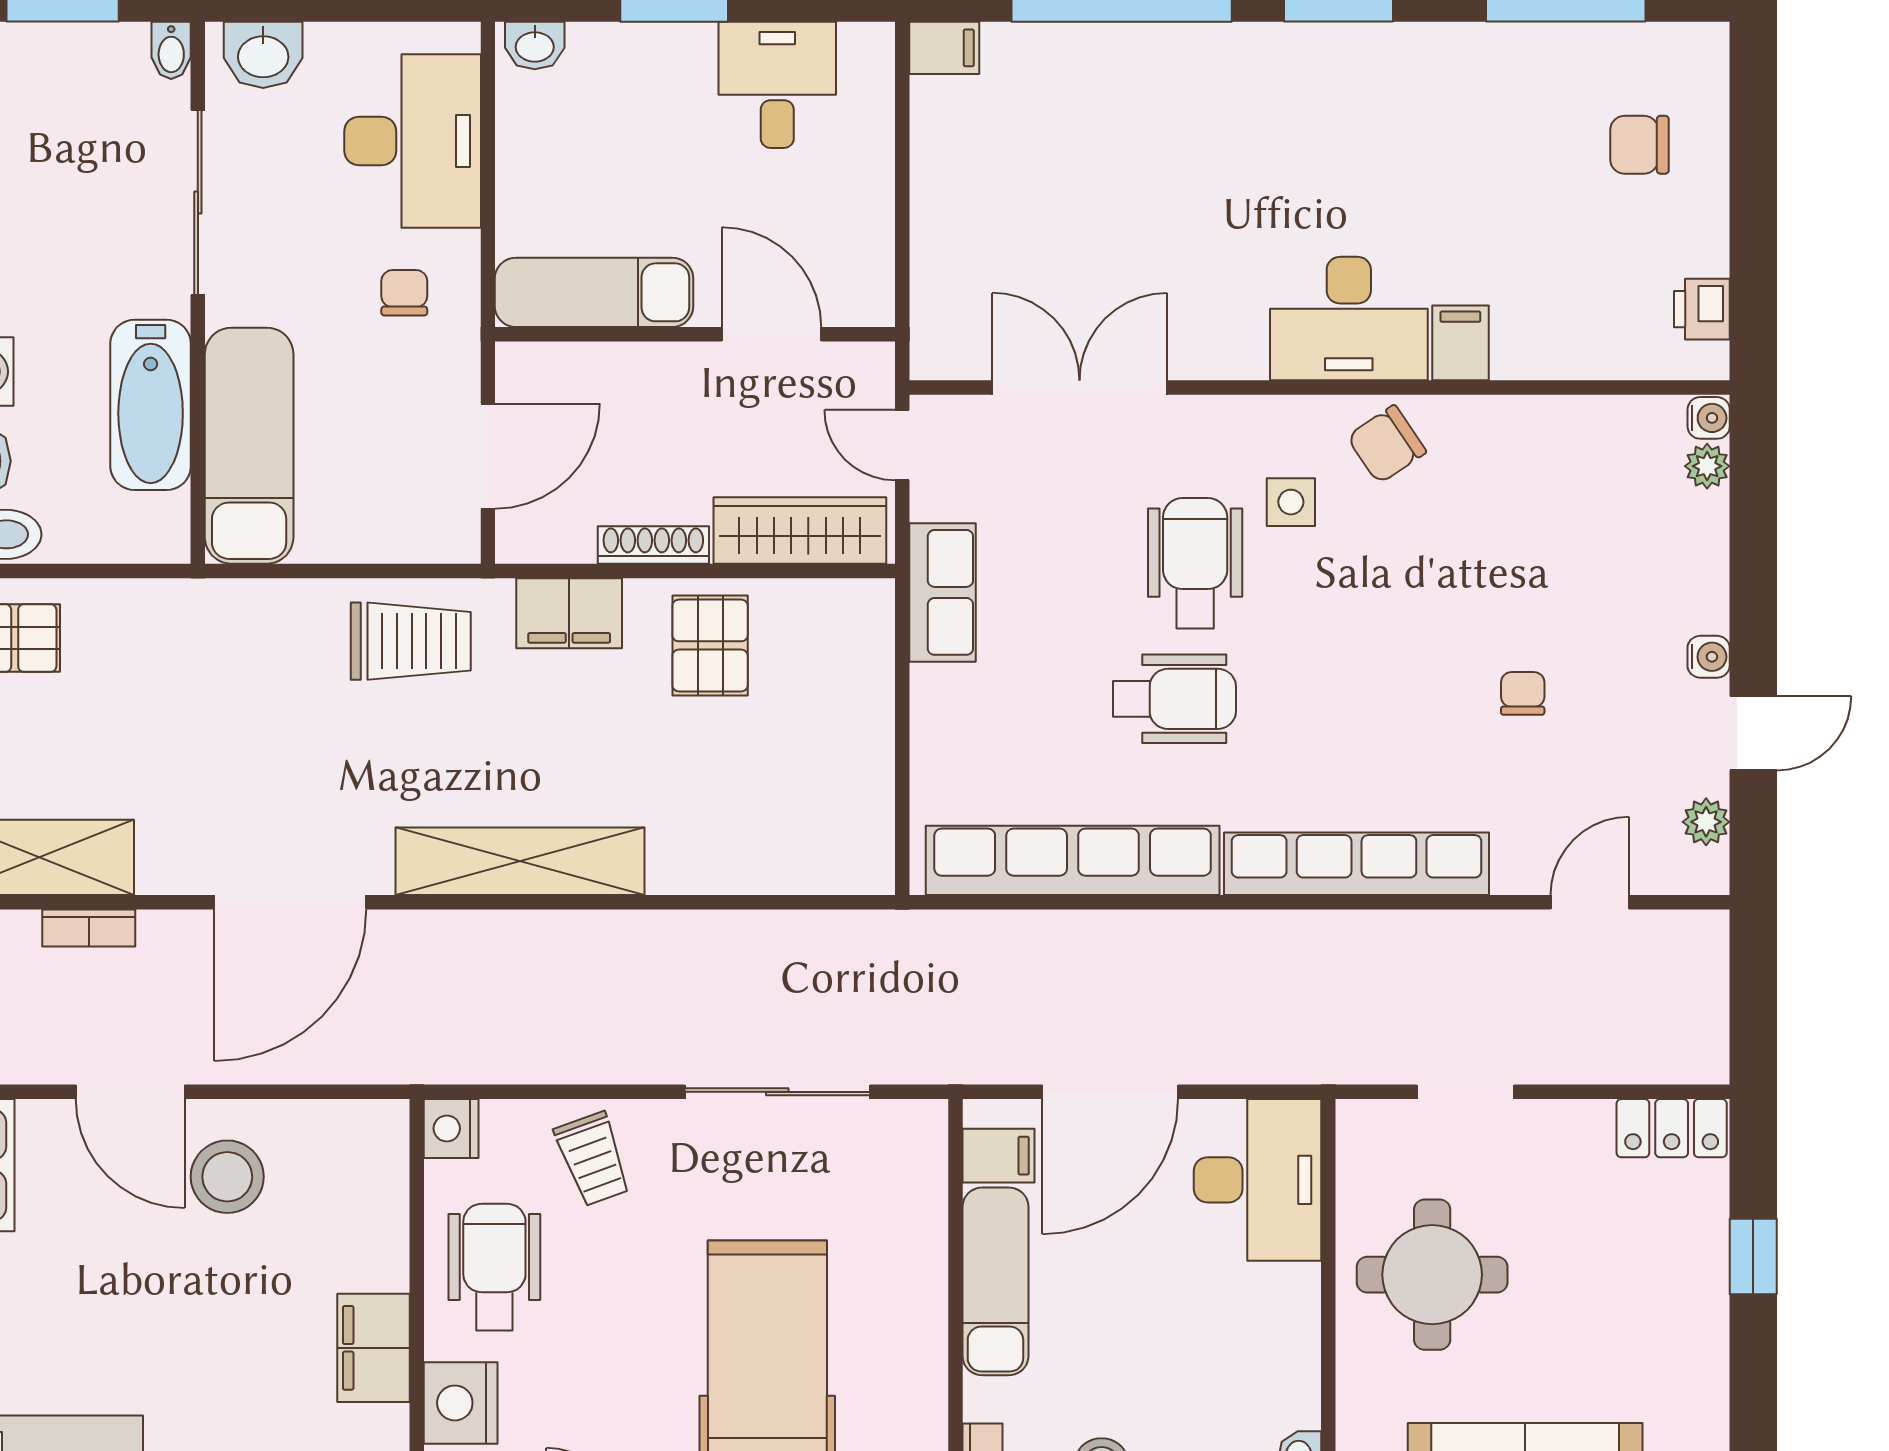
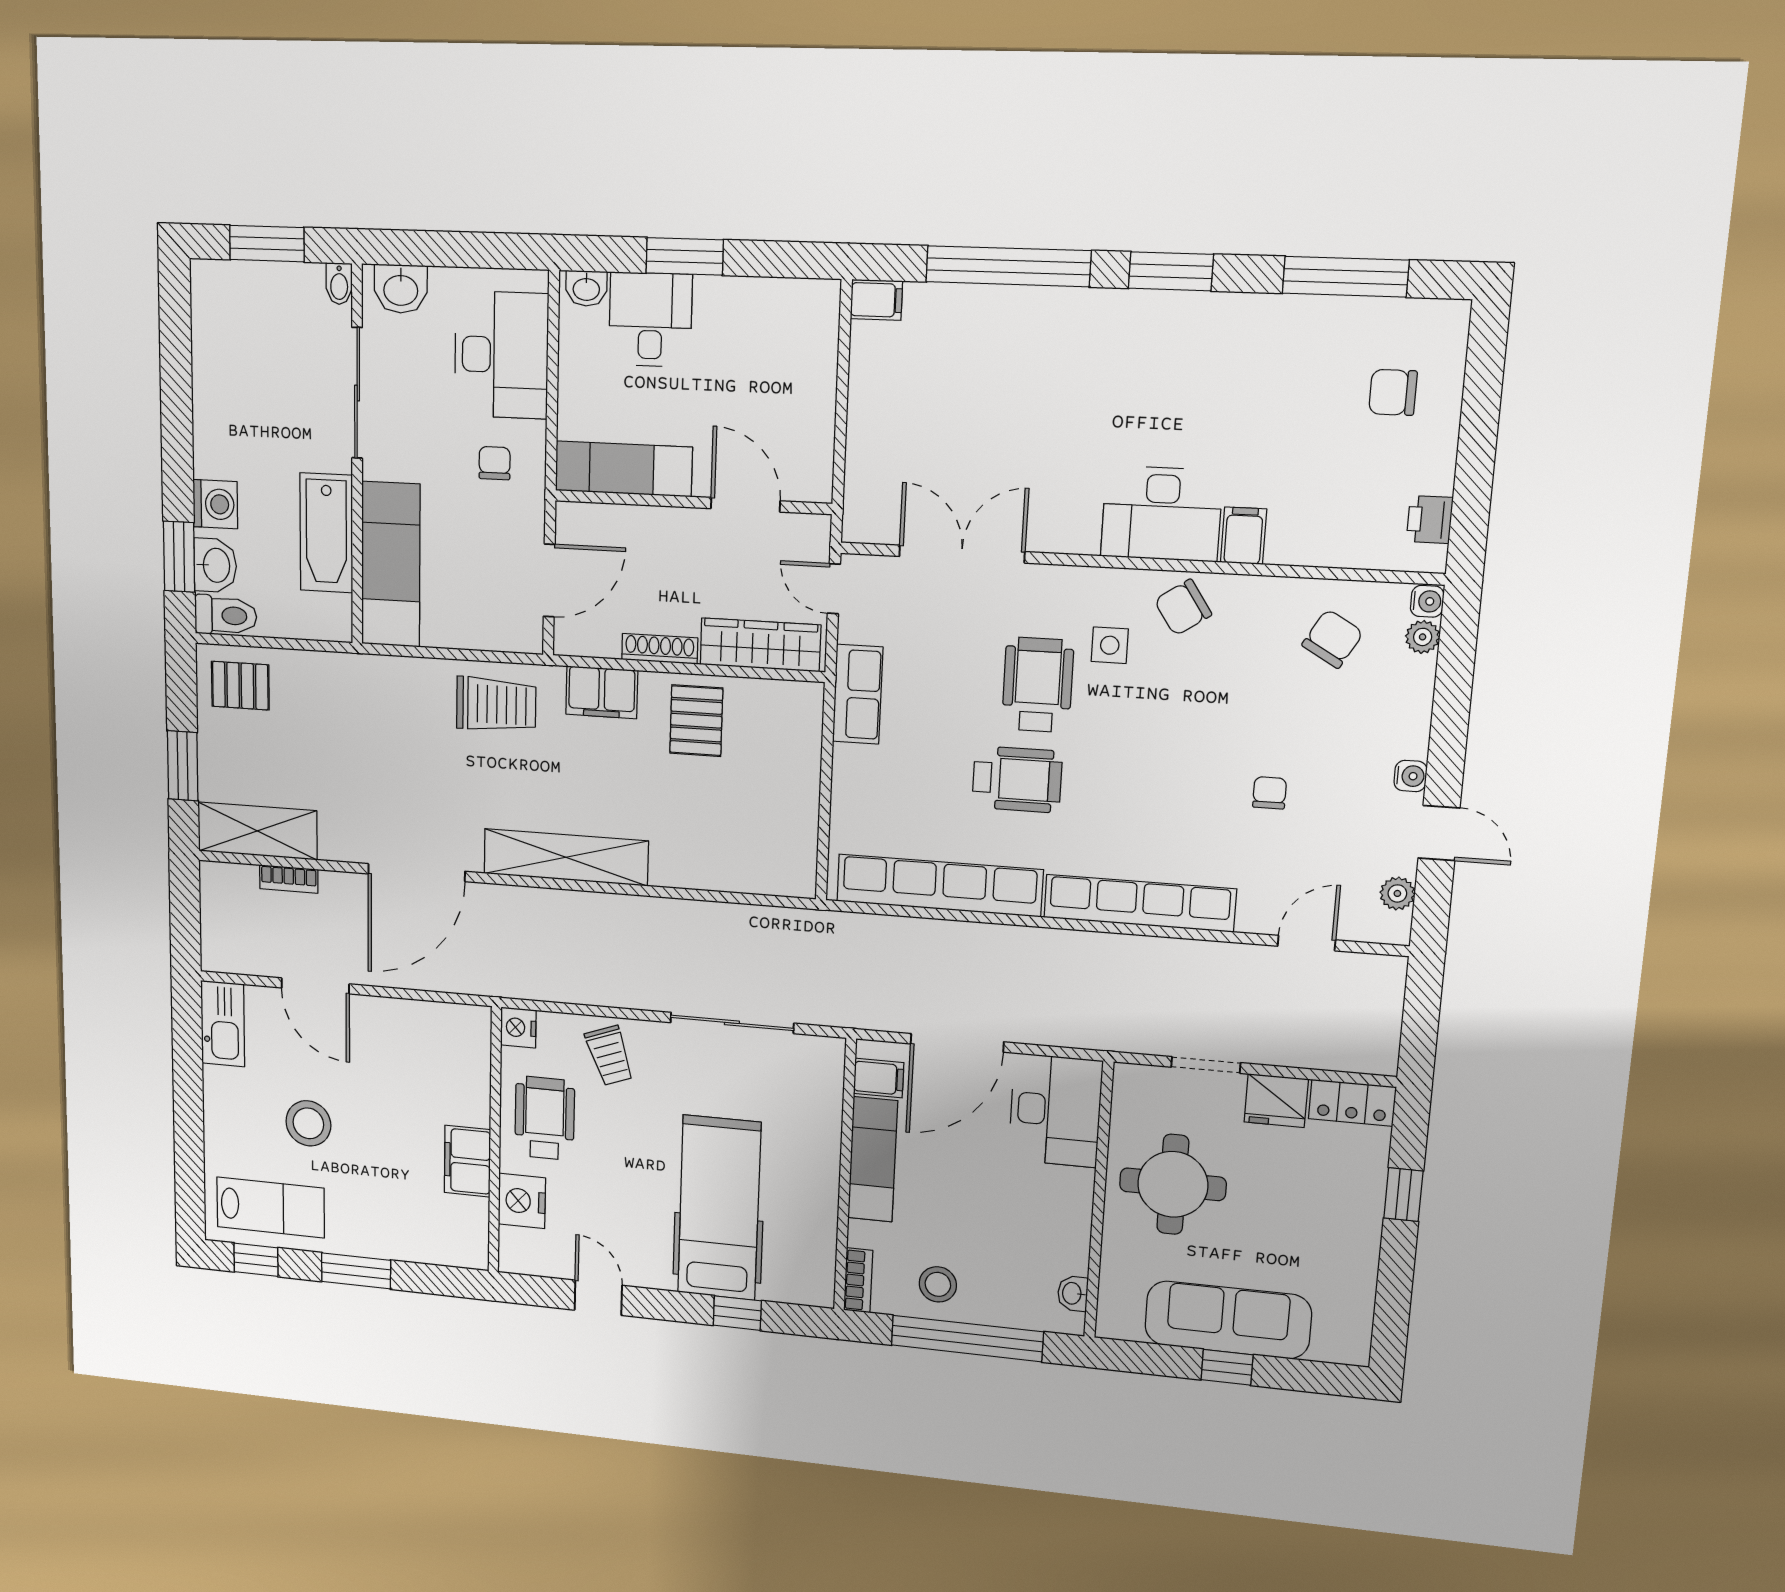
desk: (777, 85) -> (650, 320), moved
chair: (1589, 475) -> (1333, 639), added
door: (1753, 733) -> (1439, 833), hinge flipped
fridge: (1567, 1135) -> (1276, 1101), added
stool: (227, 1177) -> (308, 1123), moved

